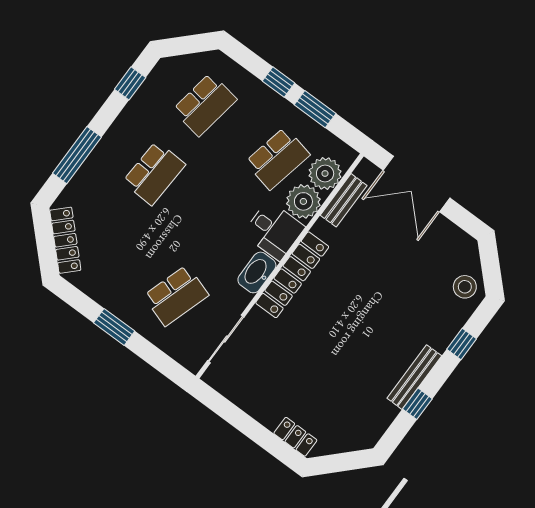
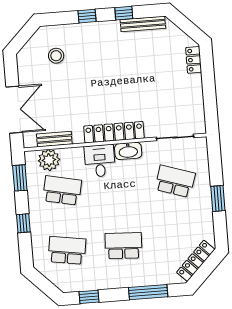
window: (315, 109) -> (20, 178), moved
plant: (303, 201) -> (72, 159), removed
stool: (465, 287) -> (56, 56), moved
window: (462, 344) -> (87, 16), moved
bench: (414, 377) -> (143, 24), moved

